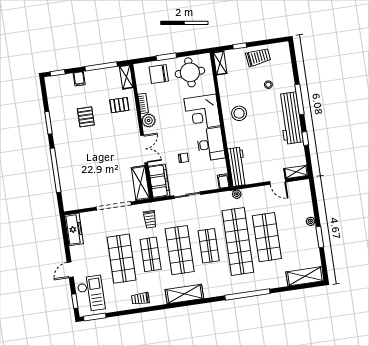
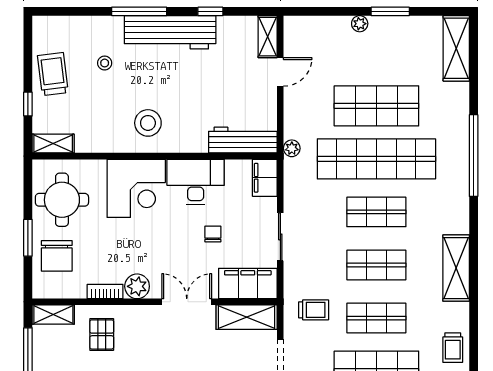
filing cabinet: (223, 181) -> (265, 178), width x2.00
shop shelf: (180, 250) -> (376, 265), width x0.70, depth x0.74

